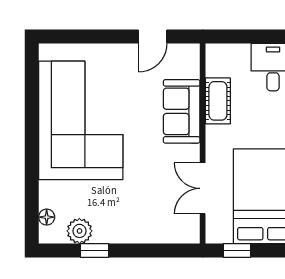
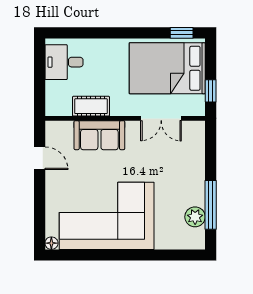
floor lamp: (47, 217) -> (51, 243), moved
window: (95, 250) -> (211, 205), width x2.17

